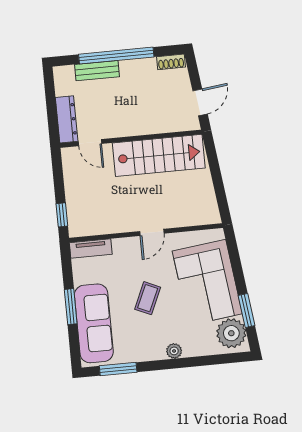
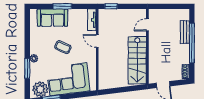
dresser: (67, 119) -> (161, 14), removed
door: (152, 232) -> (97, 41), moved
sofa: (94, 323) -> (52, 18), width x0.73
window: (118, 369) -> (27, 69), moved

